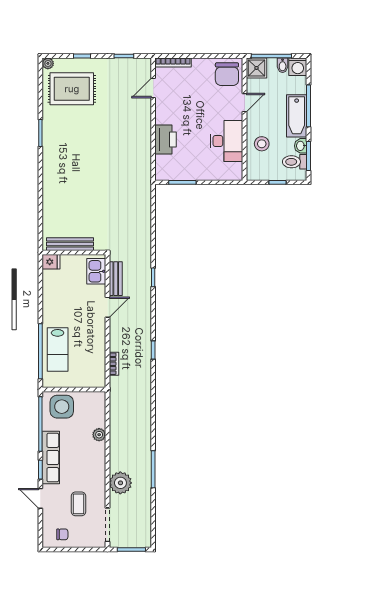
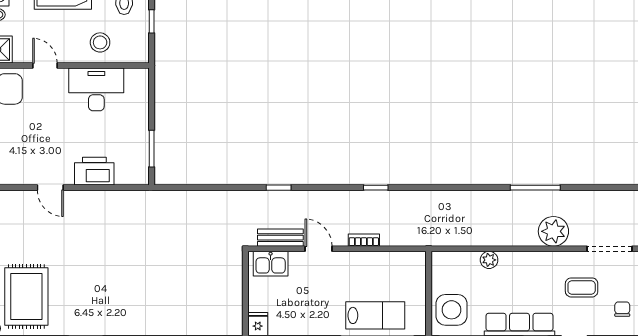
door: (153, 88) -> (50, 188), moved
bench: (70, 244) -> (234, 299), removed
bookcase: (114, 364) -> (364, 240), moved

